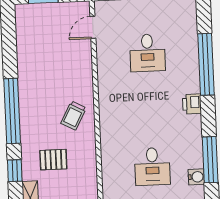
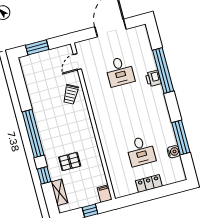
printer: (192, 104) -> (153, 78), moved
trolley: (73, 116) -> (71, 94), moved

